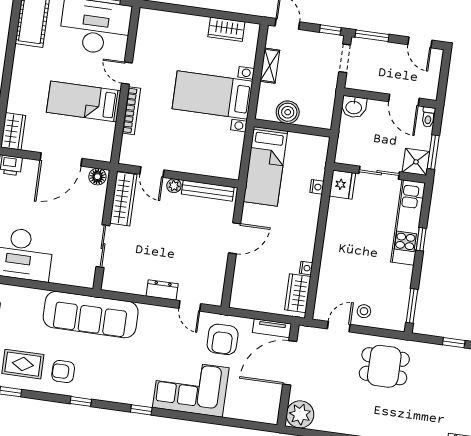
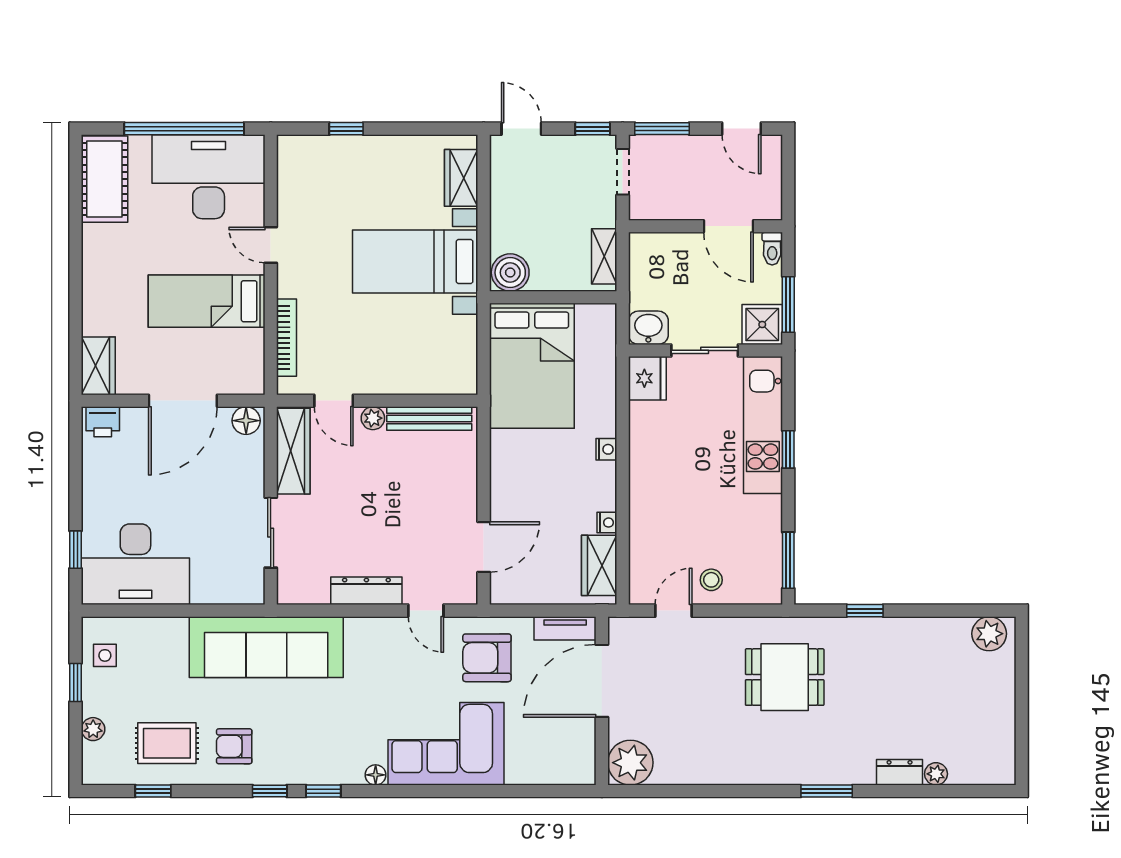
window: (182, 9) -> (346, 129), added
wardrobe: (226, 29) -> (461, 178), moved, turned 90
shelving: (270, 66) -> (604, 256), moved
washbasin: (354, 107) -> (648, 328), moved, turned 180
bookcase: (131, 111) -> (287, 338), moved
boiler: (288, 112) -> (510, 273), moved
bed: (265, 166) -> (532, 366), width x1.50
nightstand: (317, 187) -> (606, 449), moved
door: (235, 238) -> (484, 547), moved
dresser: (162, 290) -> (366, 591), width x1.44
armchair: (223, 339) -> (487, 658), turned 90
dining table: (384, 366) -> (785, 677), moved
floor lamp: (146, 401) -> (376, 775), added
window: (141, 410) -> (323, 791), moved

